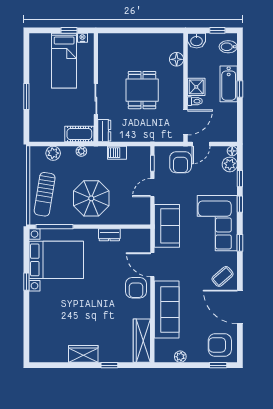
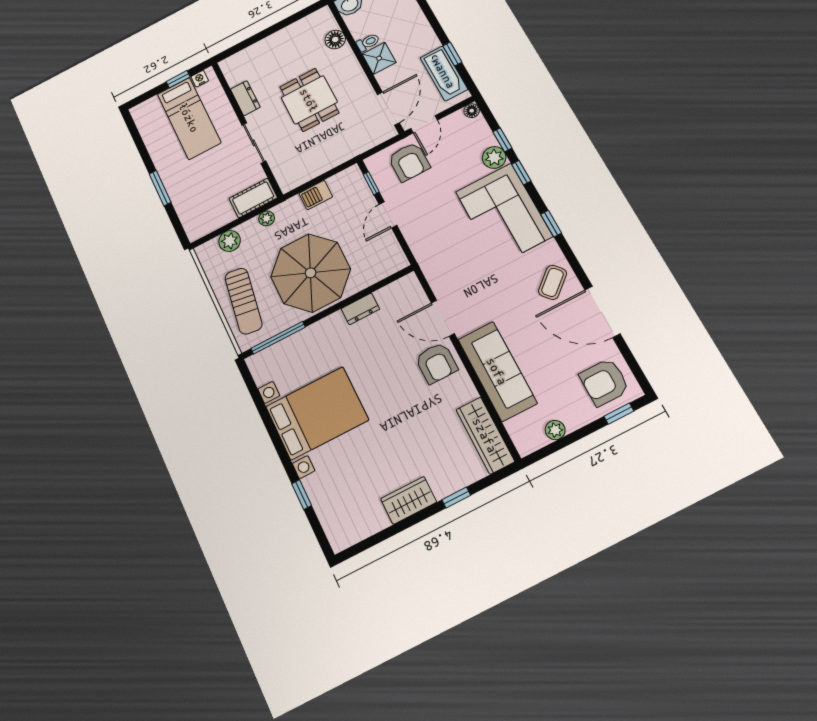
bathtub: (229, 84) -> (444, 73), moved
window: (240, 89) -> (452, 54), moved
toilet: (195, 101) -> (368, 42), moved
dresser: (104, 131) -> (245, 98), moved
plant: (230, 164) -> (494, 158), moved
parasol: (91, 198) -> (311, 273), width x1.36, depth x1.36
sofa: (167, 226) -> (435, 254), removed
bed with nightstands: (56, 260) -> (317, 413), moved
window: (26, 282) -> (302, 495), moved

